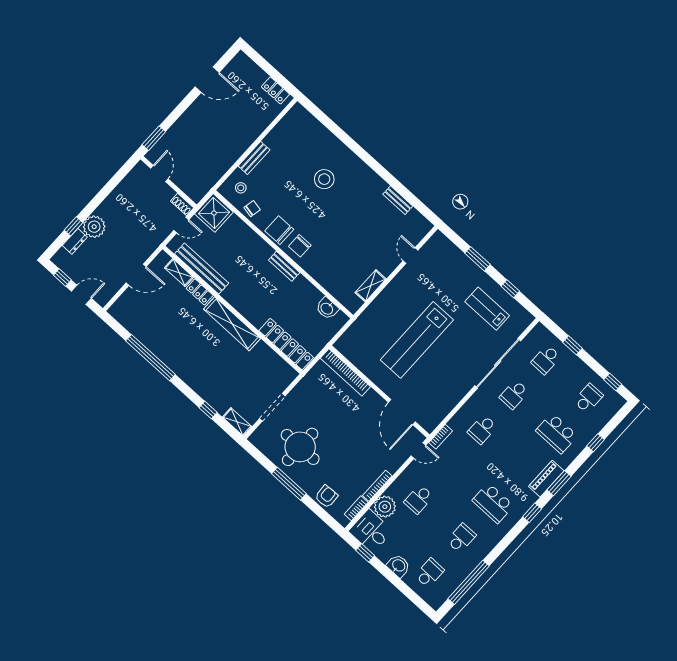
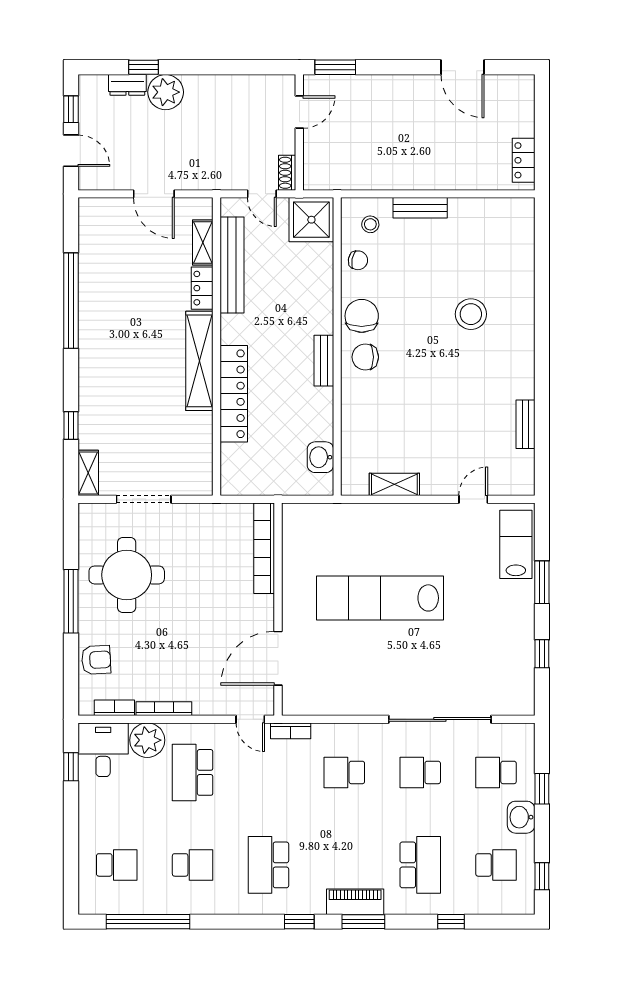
lab bench: (487, 309) -> (516, 544), moved
locker: (286, 344) -> (234, 394), moved
school desk: (557, 433) -> (420, 865), turned 180
school desk: (419, 499) -> (193, 772), width x1.85
washbasin: (398, 566) -> (521, 817), moved, turned 180

